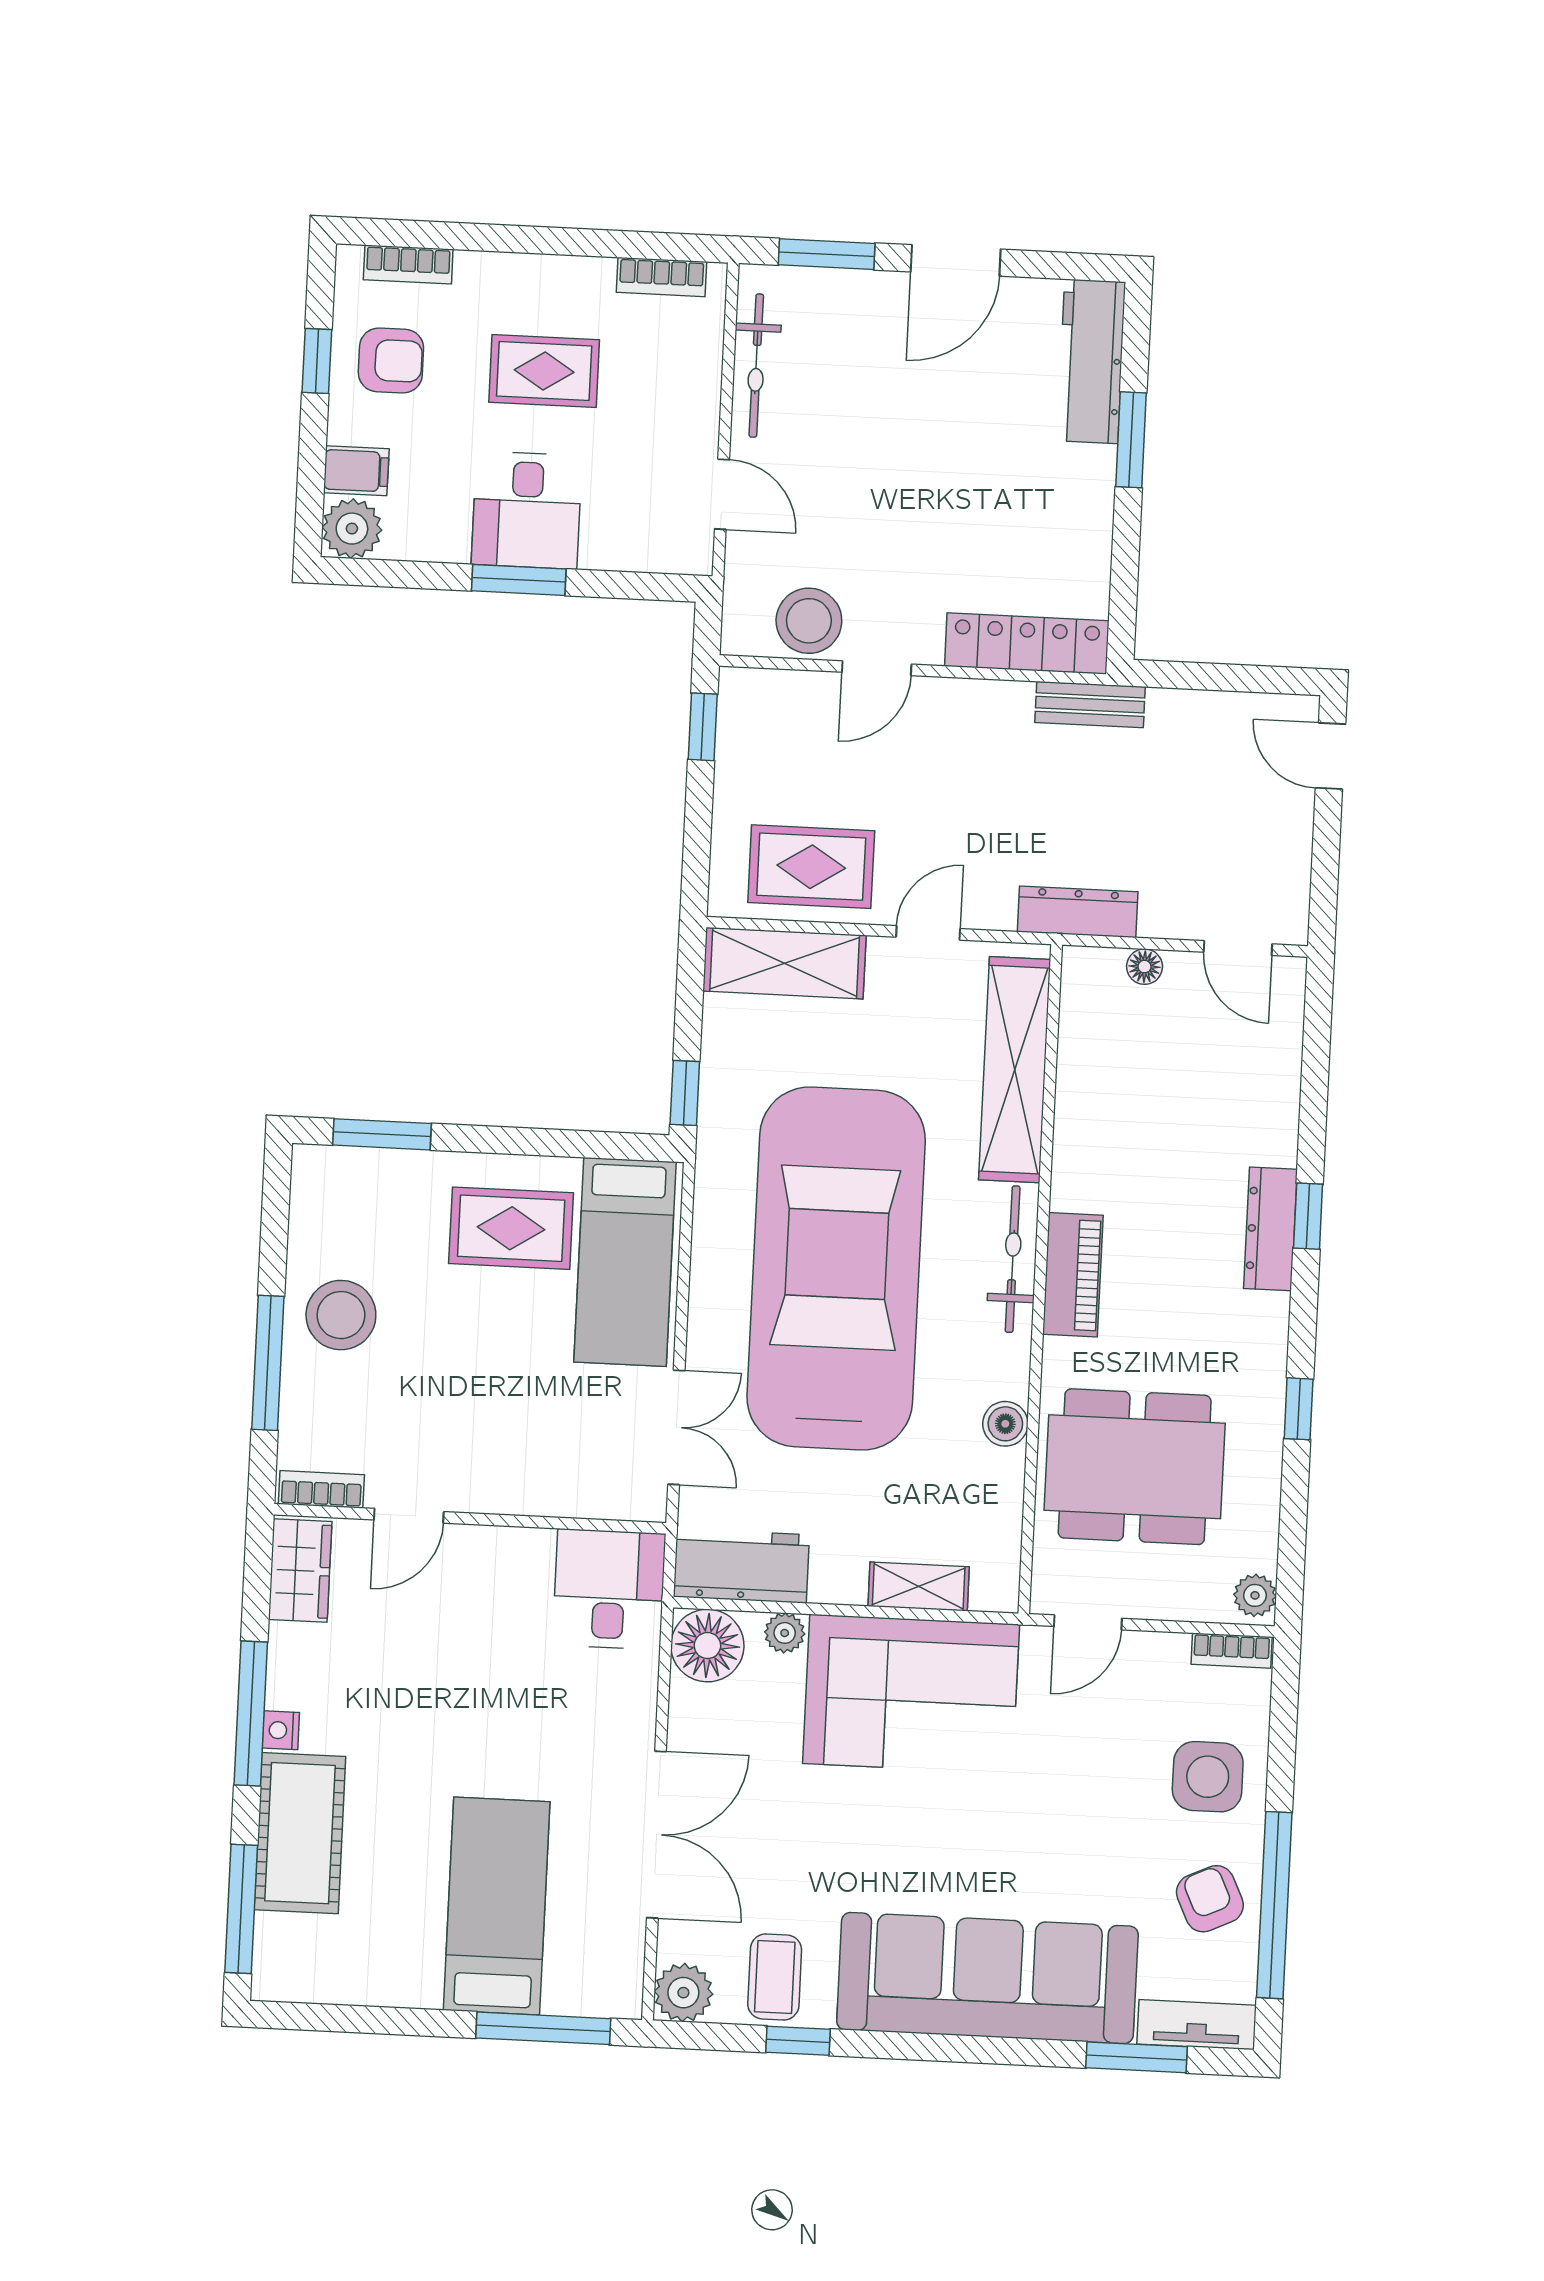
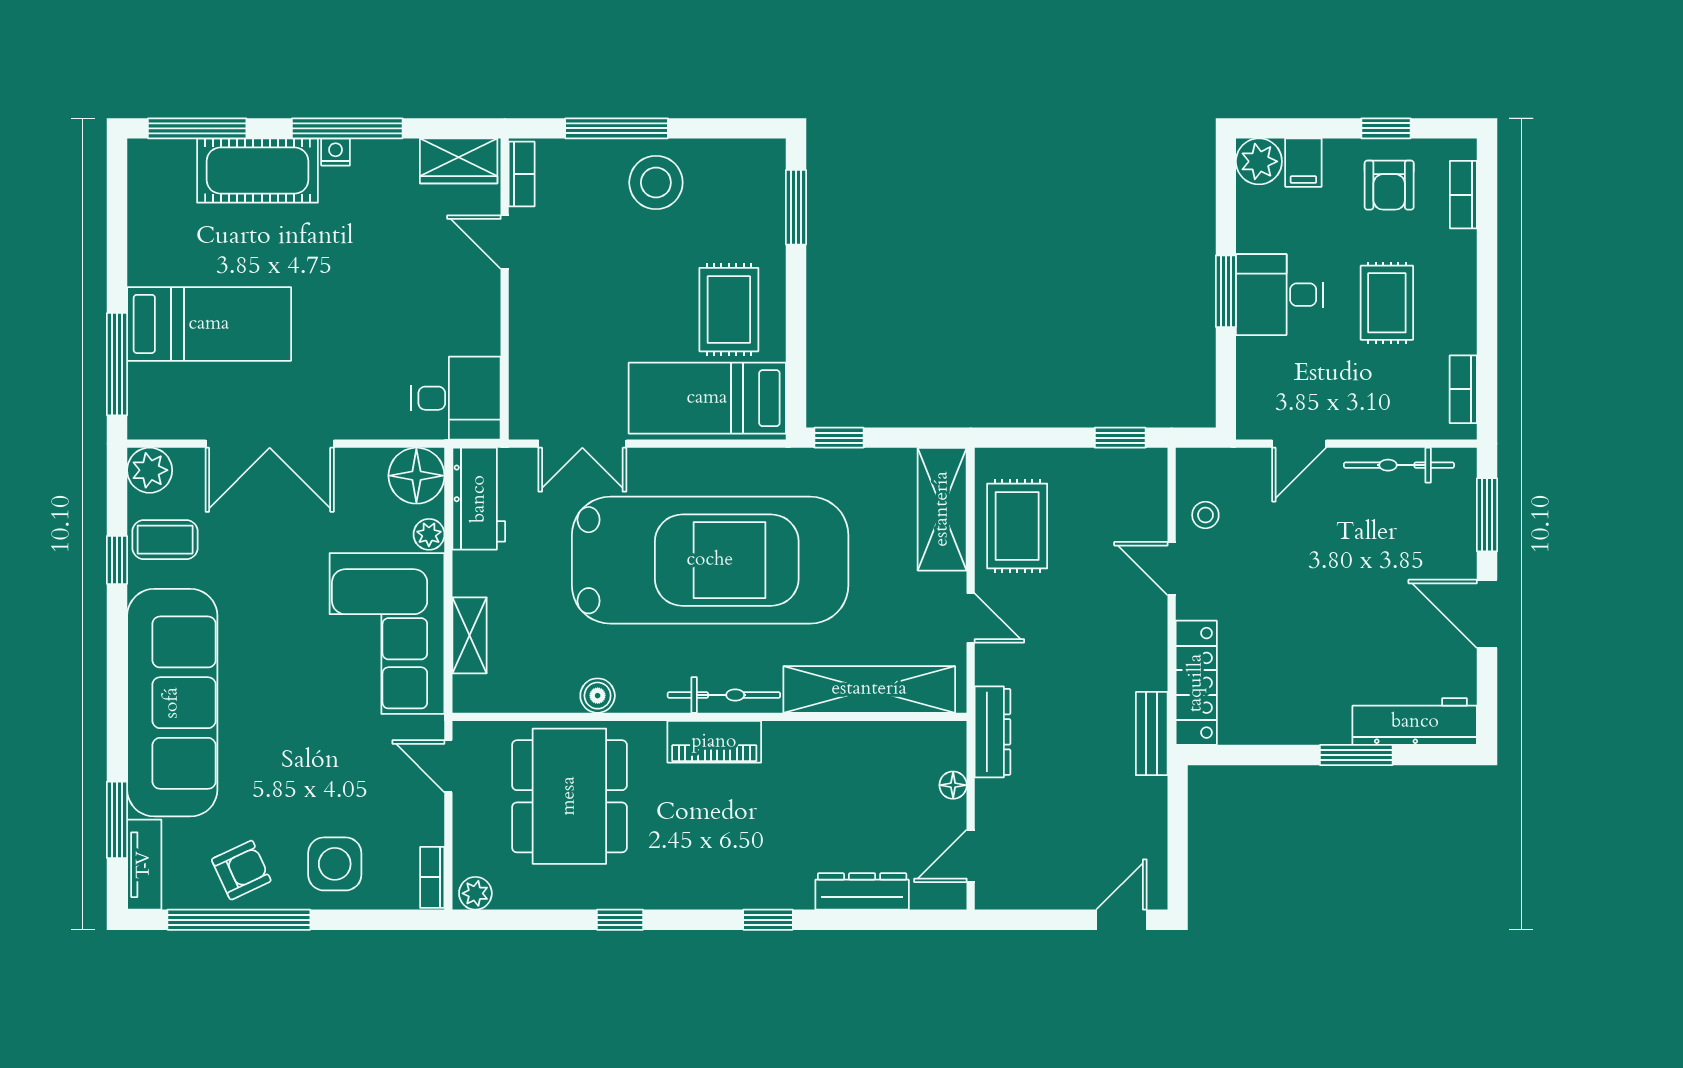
stool: (809, 621) -> (1205, 515), width x0.53, depth x0.53
dresser: (1270, 1229) -> (862, 891), moved

